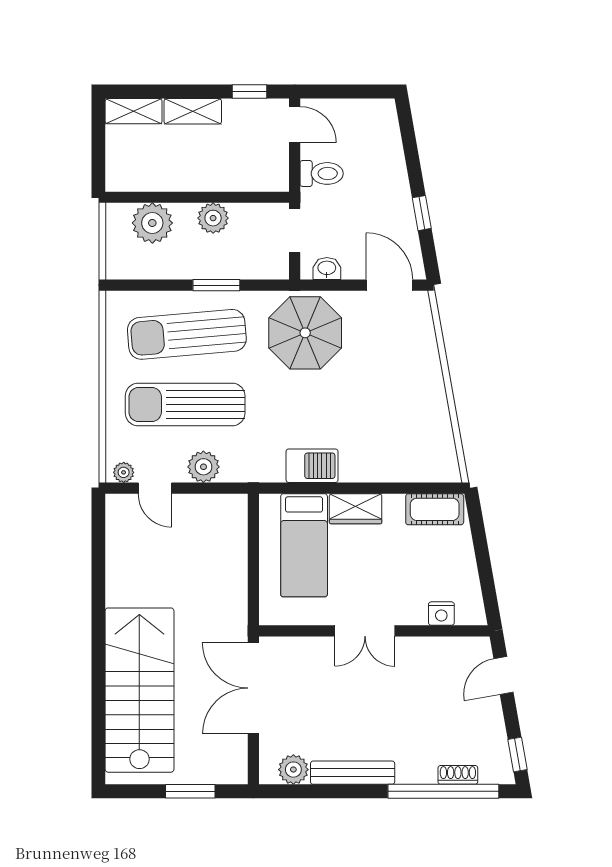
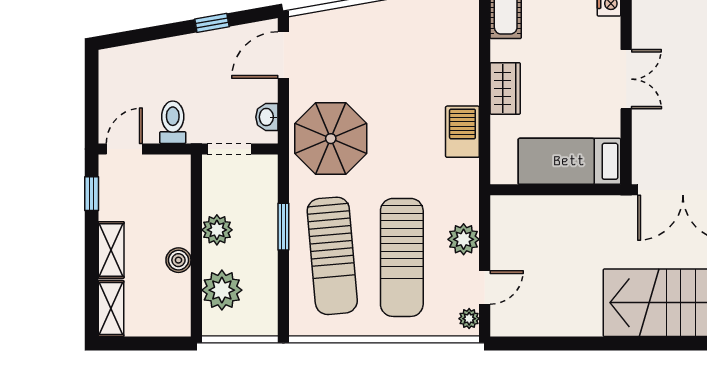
boiler: (182, 179) -> (178, 260), added
bed: (304, 545) -> (569, 161), moved, turned 180

